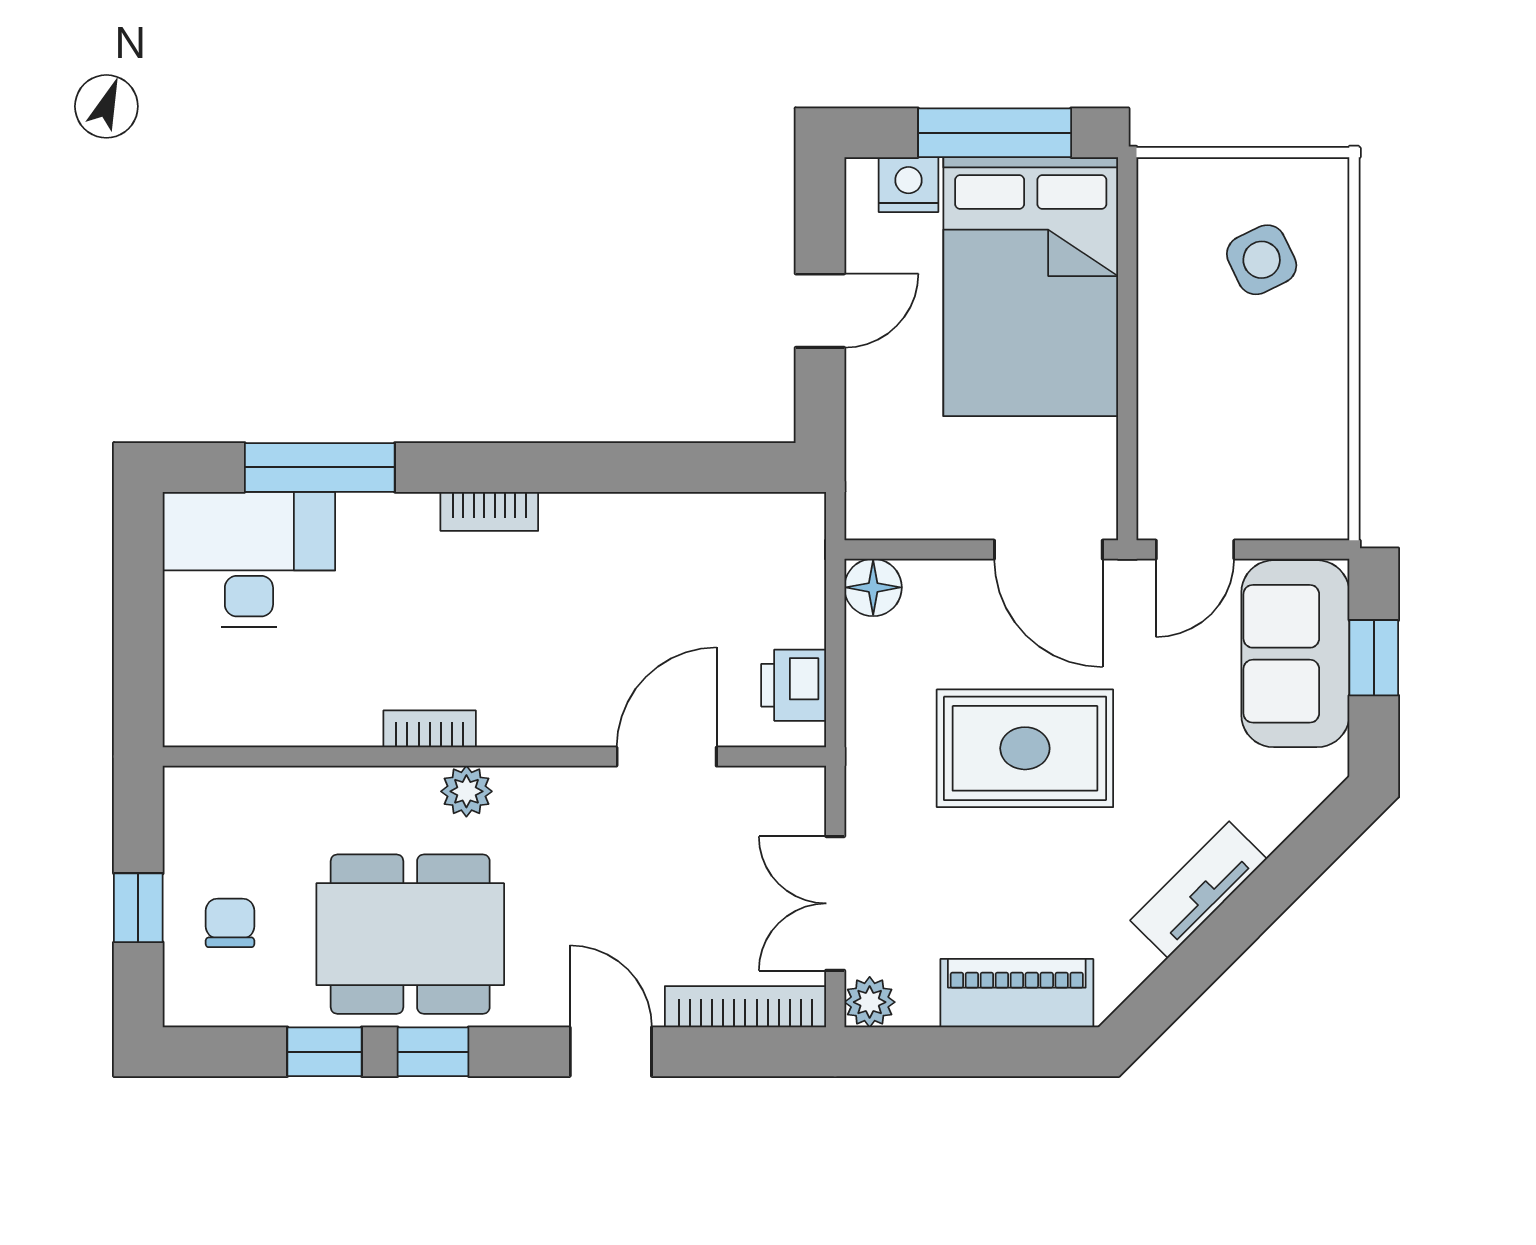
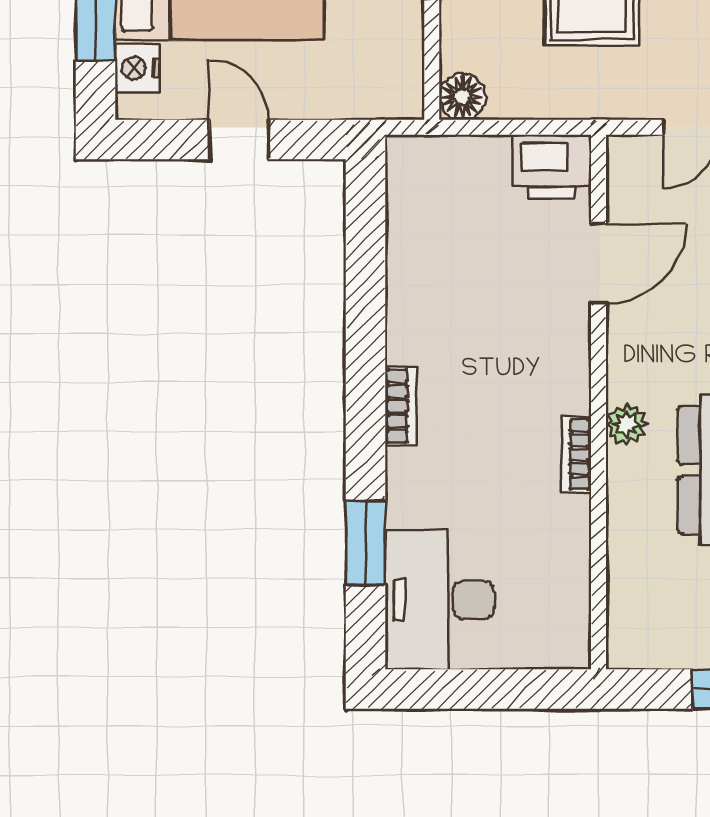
window: (320, 467) -> (365, 543), width x0.69
printer: (794, 685) -> (551, 167), width x1.36, depth x1.24
door: (667, 757) -> (598, 263), swing flipped

